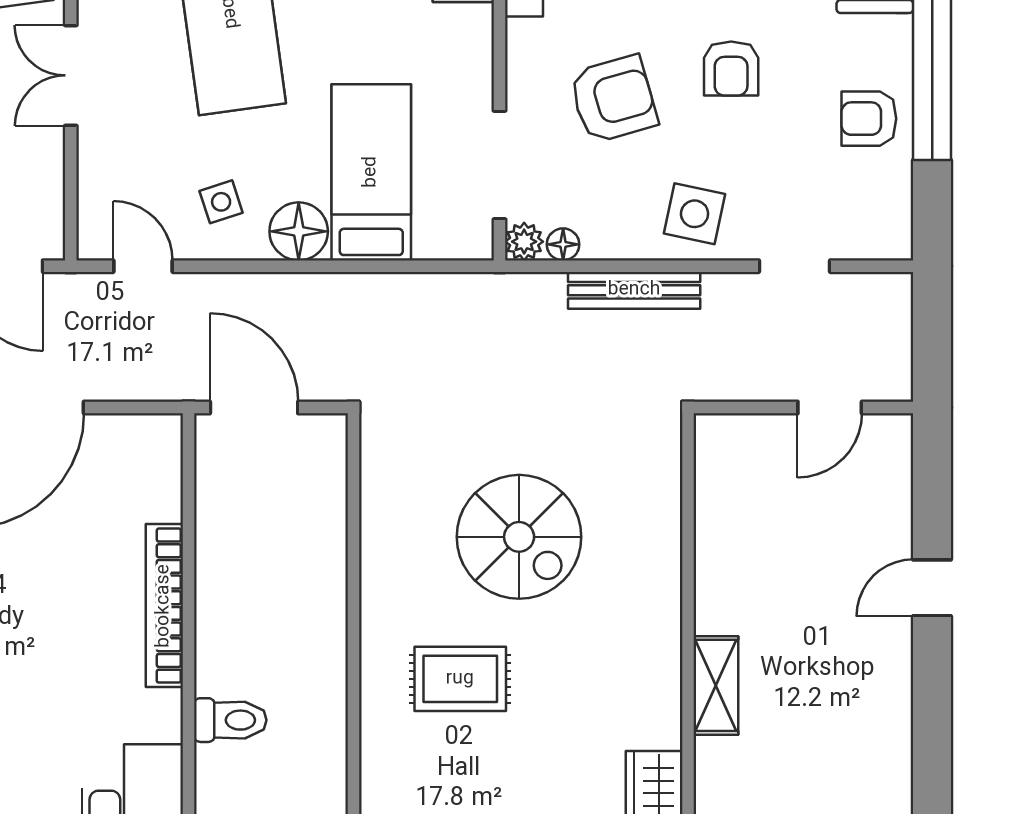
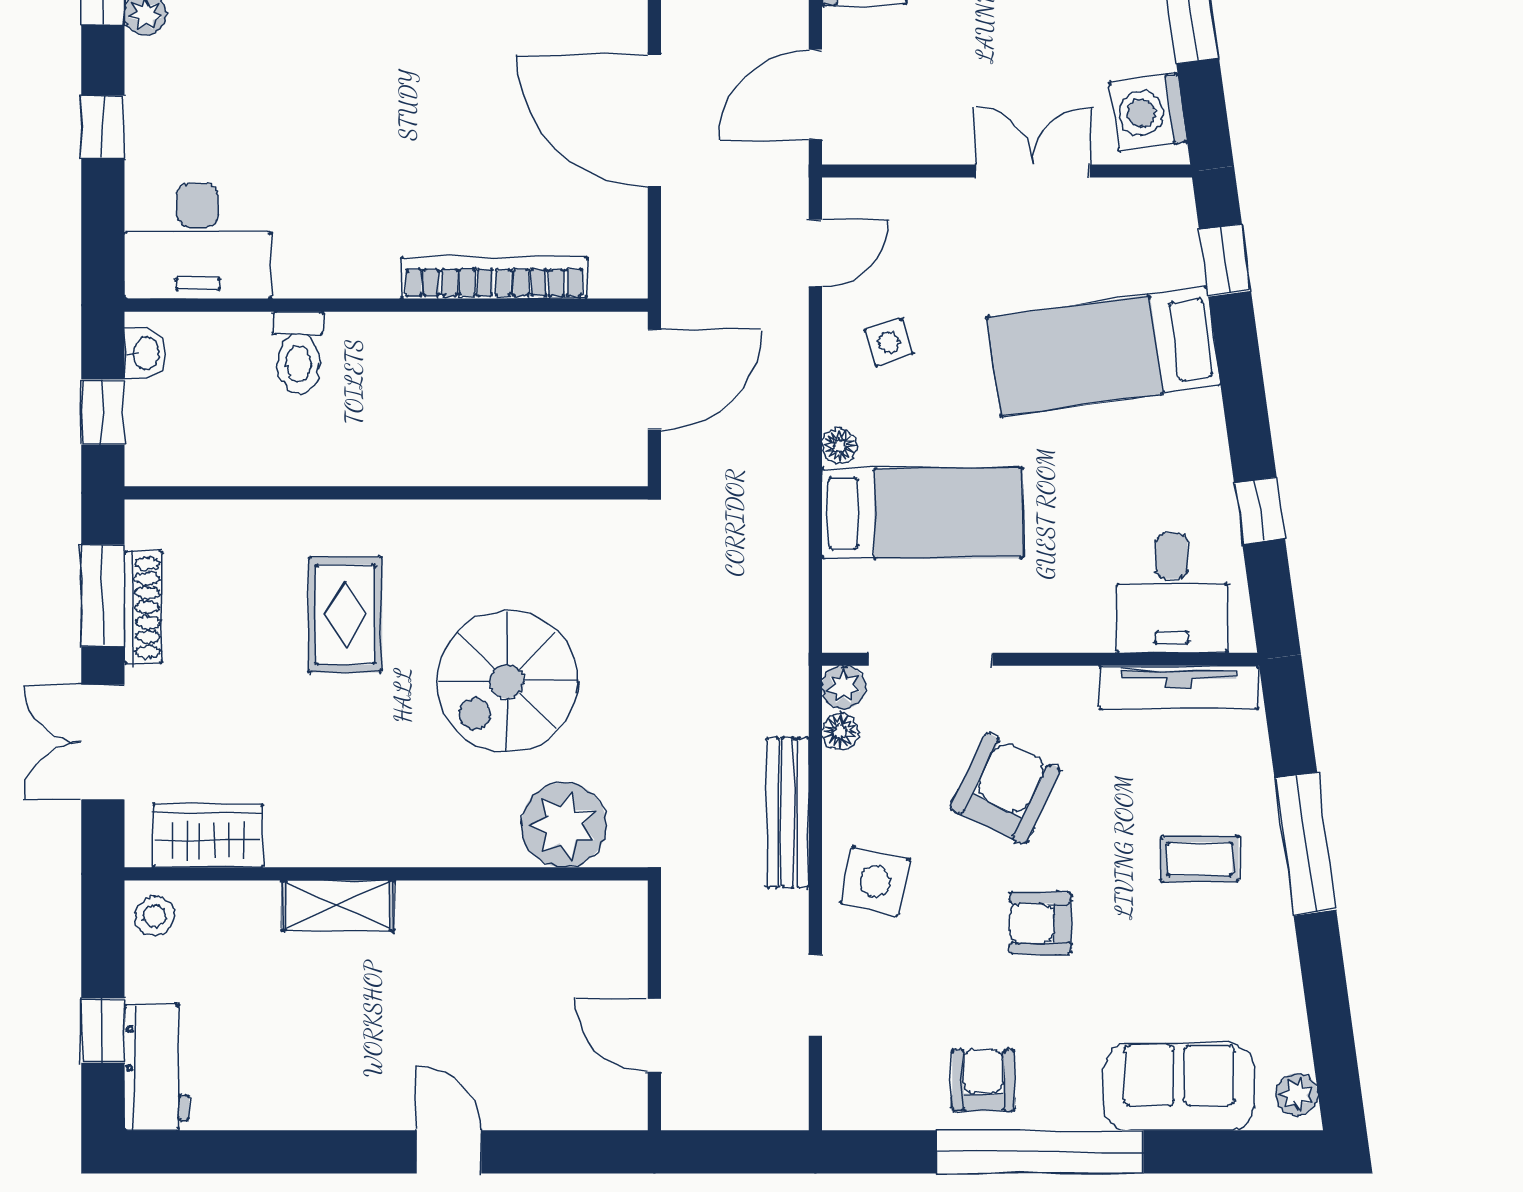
armchair: (613, 99) -> (1006, 789), turned -138
floor lamp: (299, 231) -> (839, 446), width x0.53, depth x0.53
plant: (645, 487) -> (564, 825), added
bookcase: (164, 606) -> (494, 278), moved

